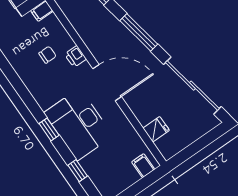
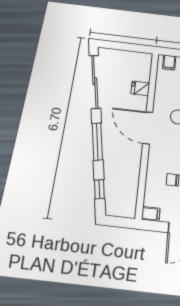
printer: (75, 57) -> (154, 162), removed
fridge: (156, 129) -> (140, 88), moved

